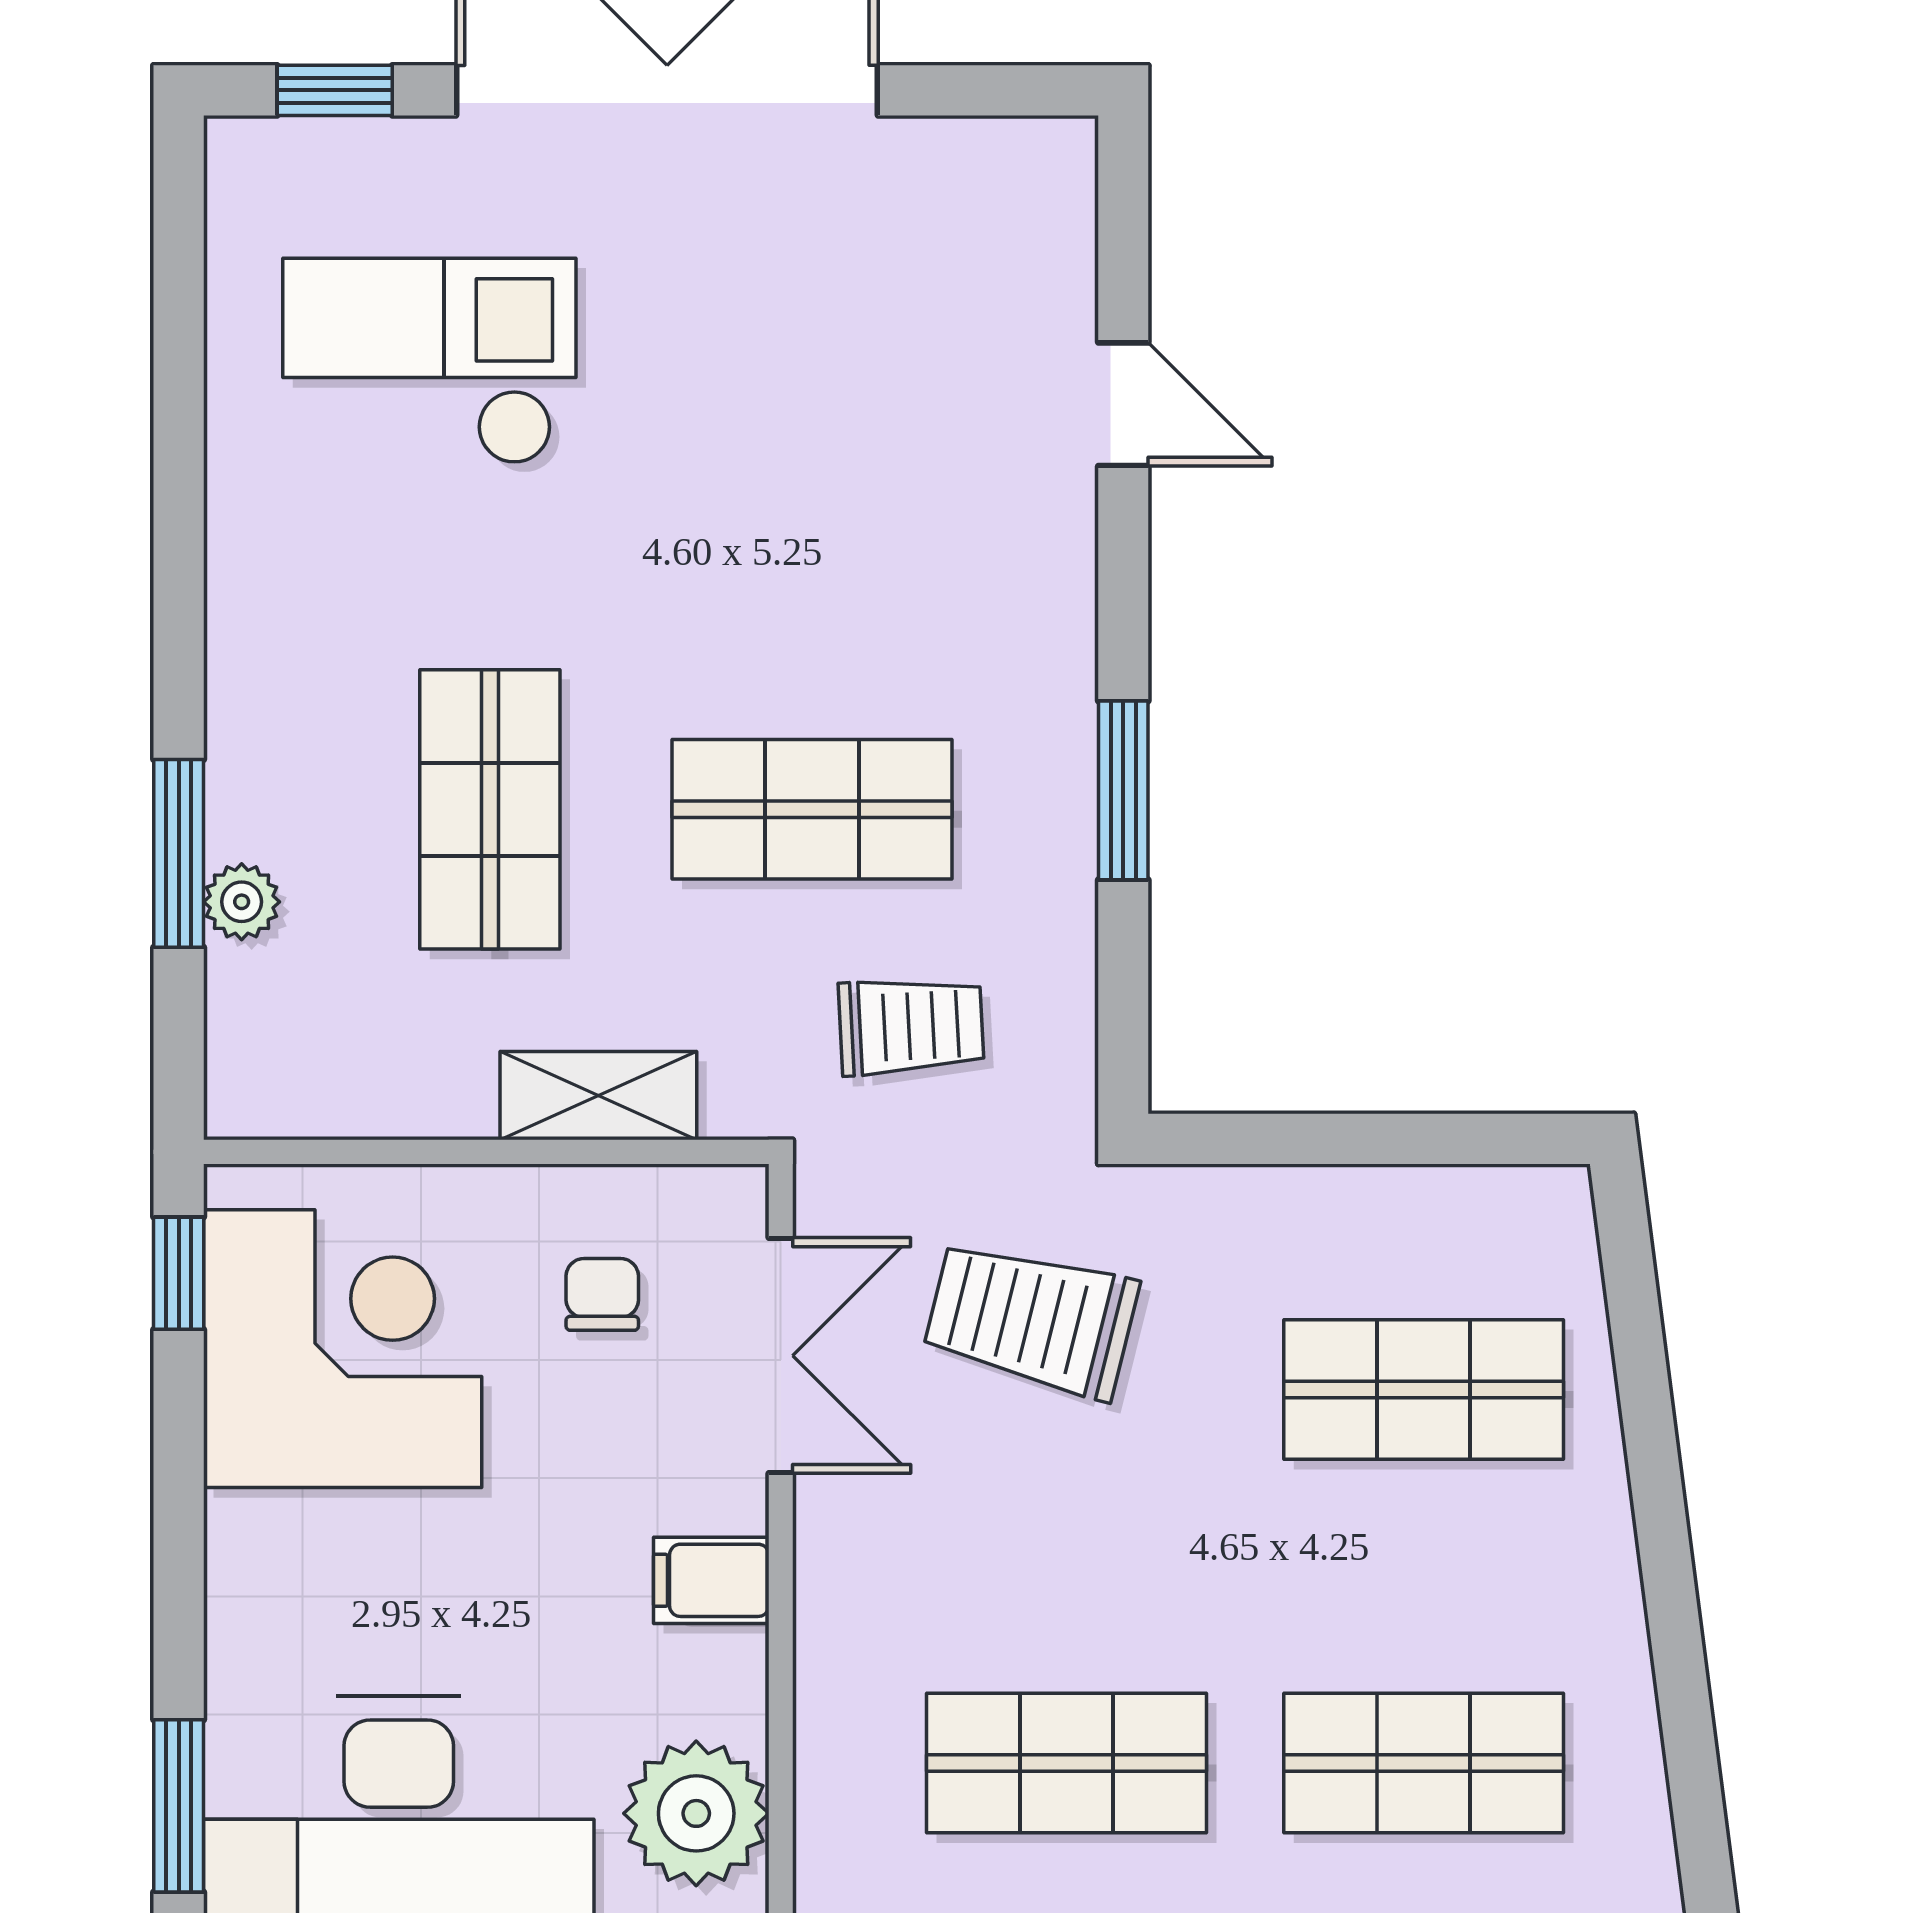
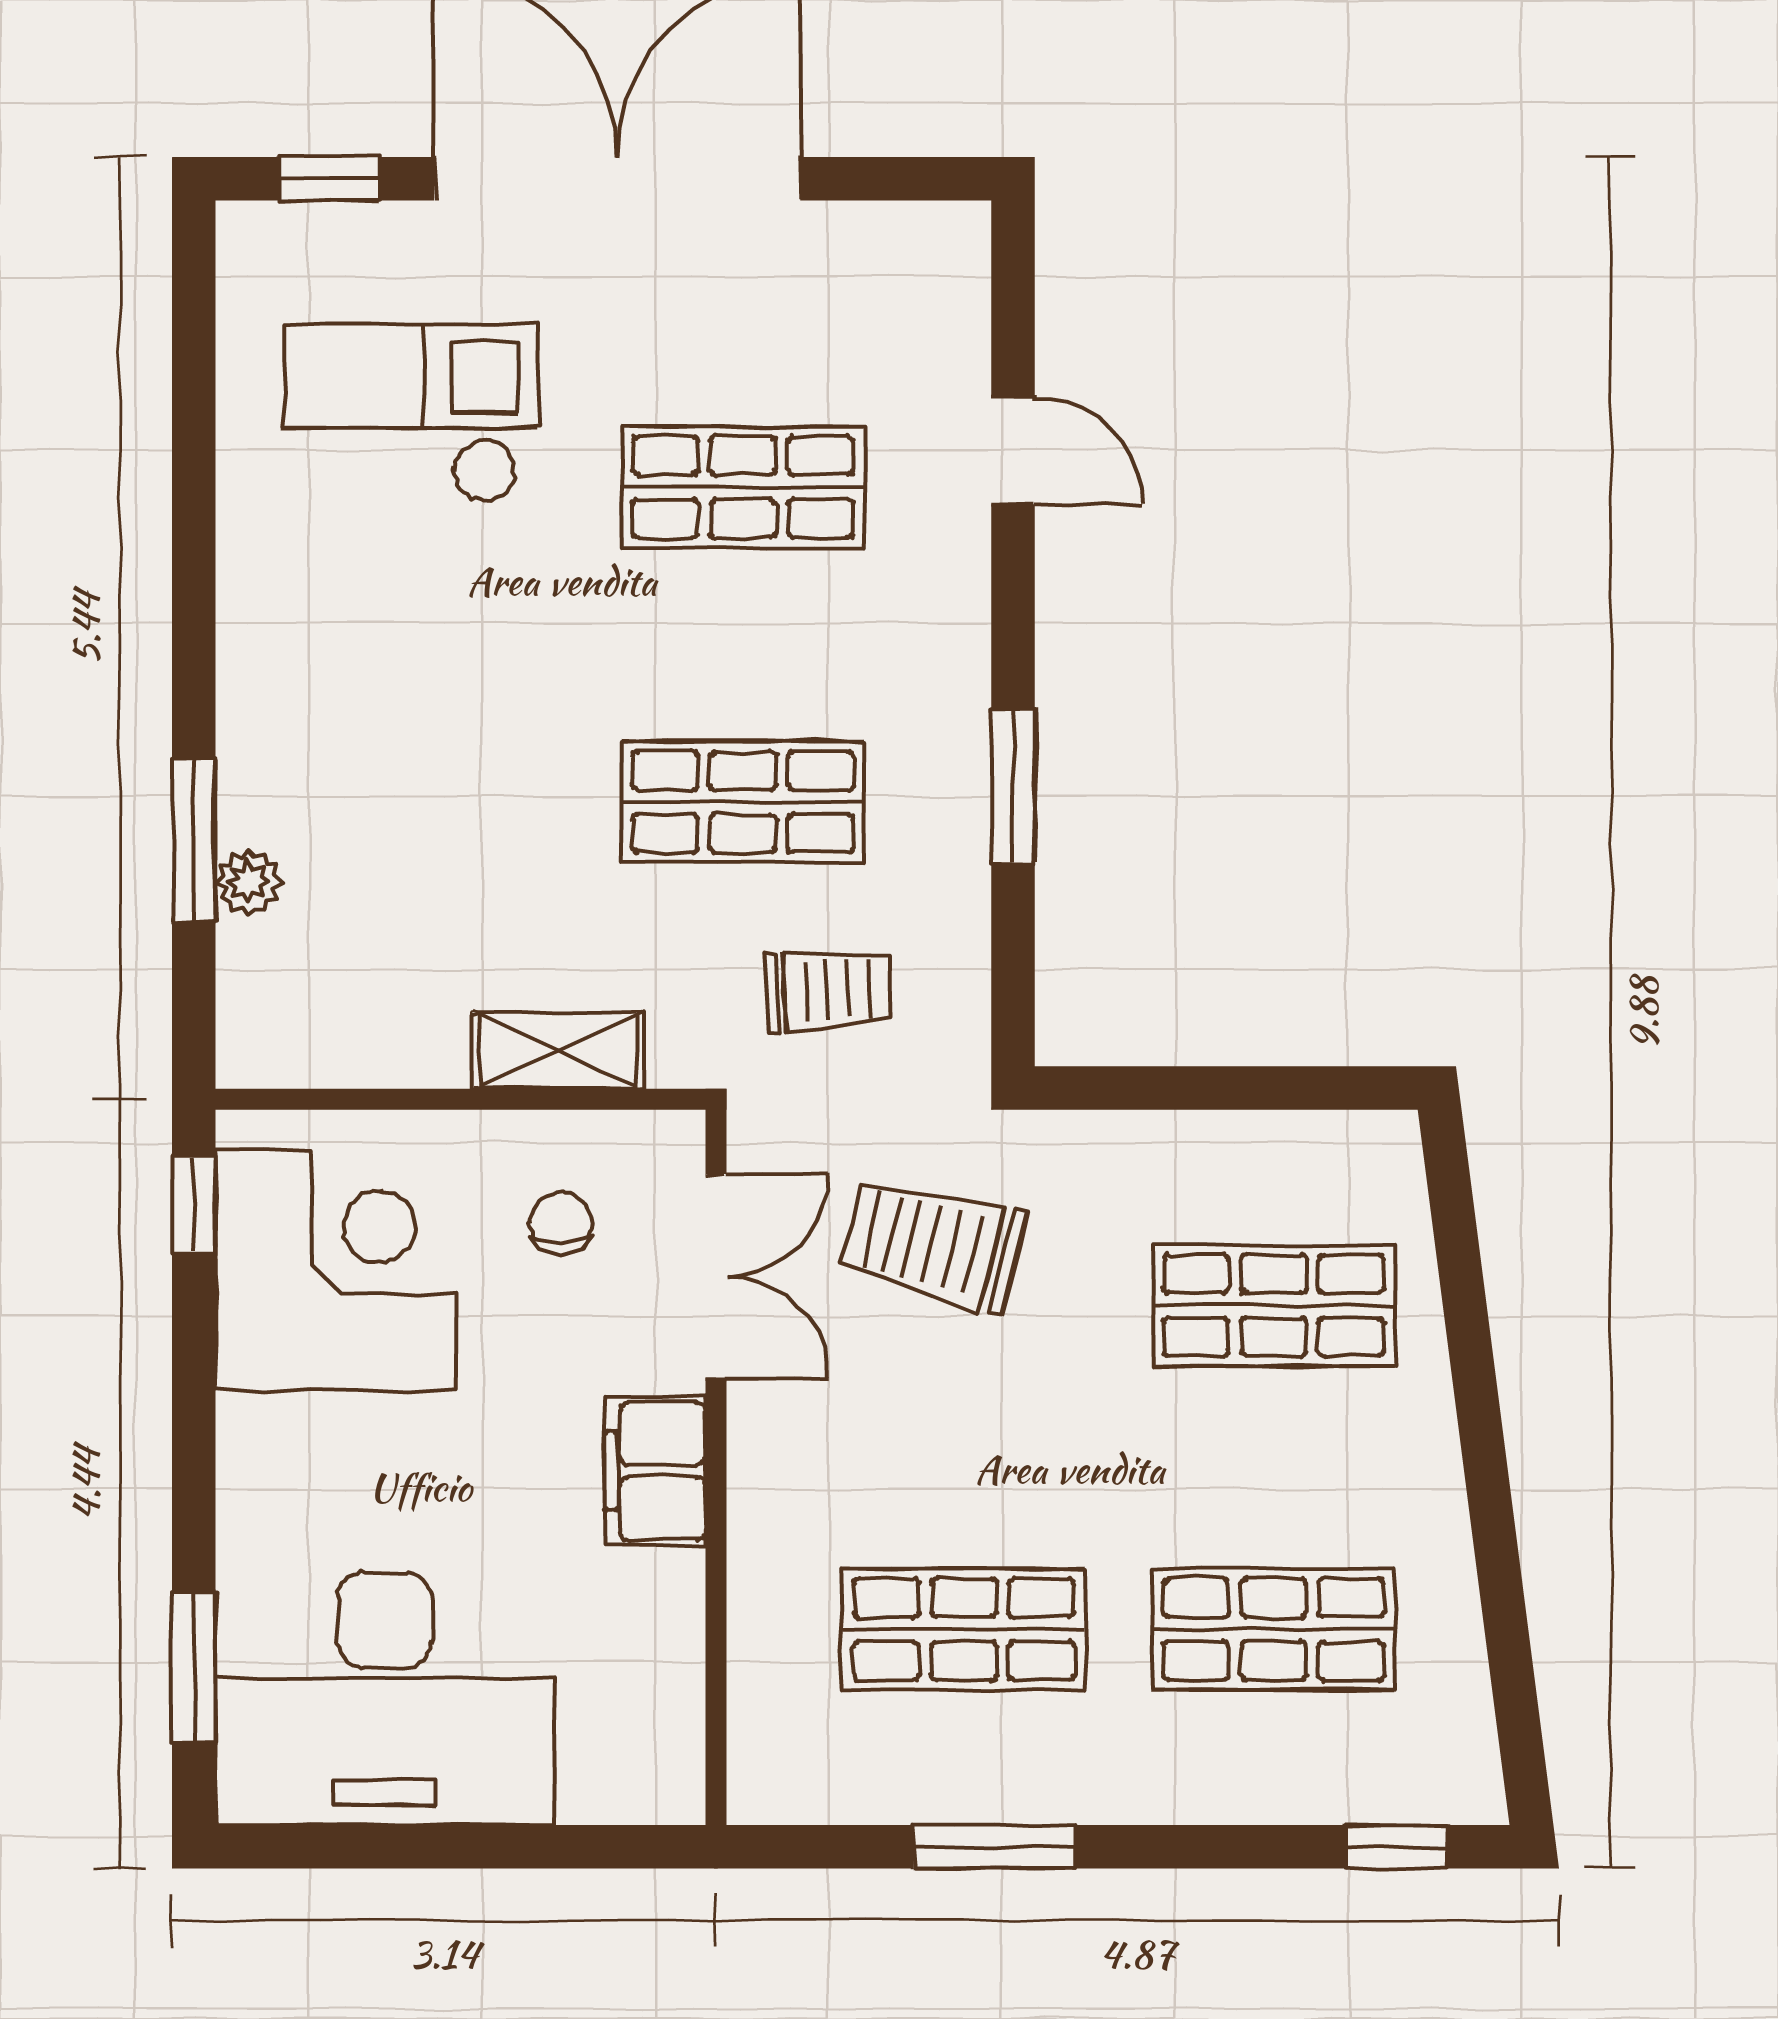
shop shelf: (490, 809) -> (743, 487), moved, turned 90
filing cabinet: (711, 1580) -> (656, 1471), width x2.00
plant: (696, 1813) -> (643, 1673), removed

